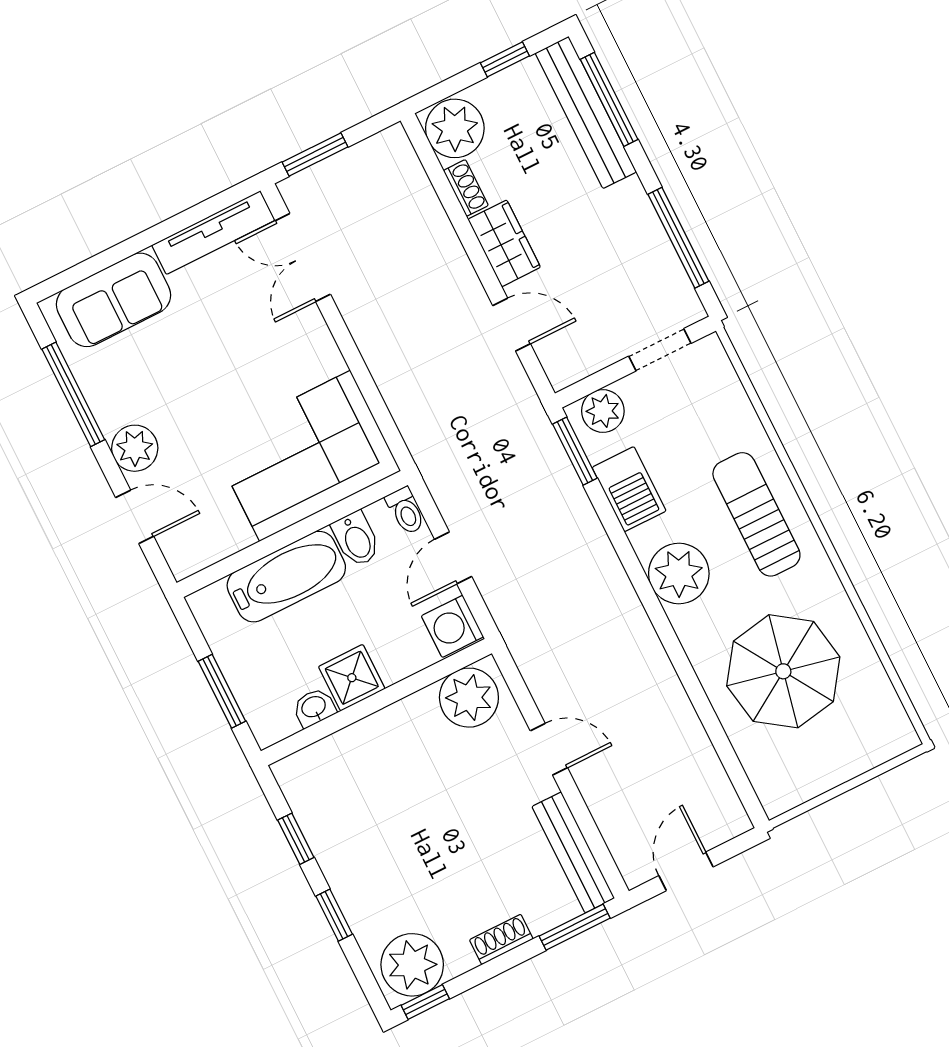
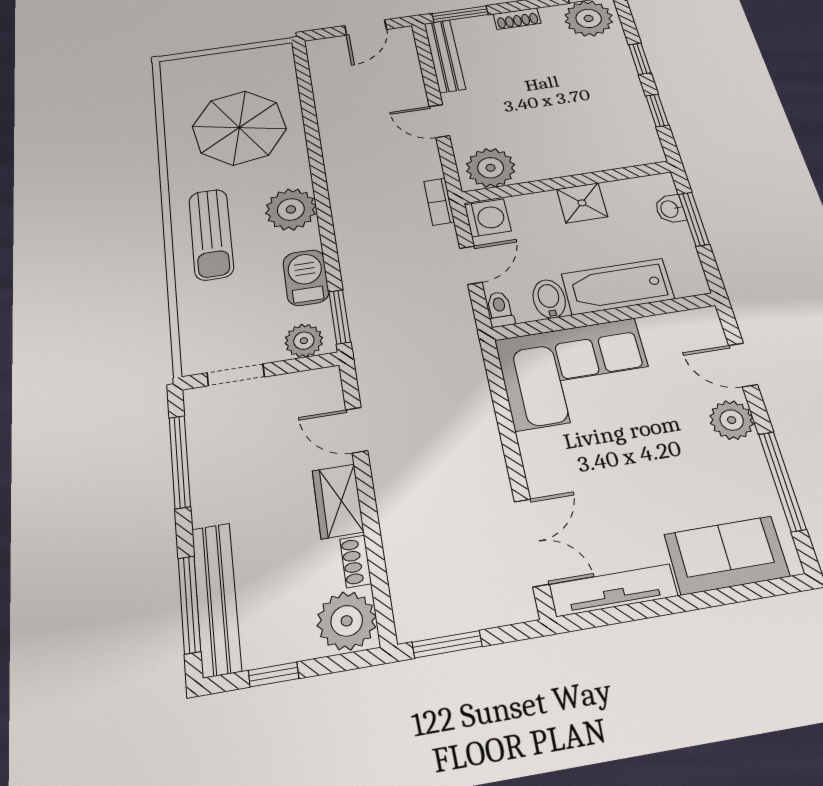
window: (315, 154) -> (447, 644), moved
bookcase: (514, 633) -> (439, 202), added
washbasin: (314, 707) -> (670, 209), moved, turned 90

